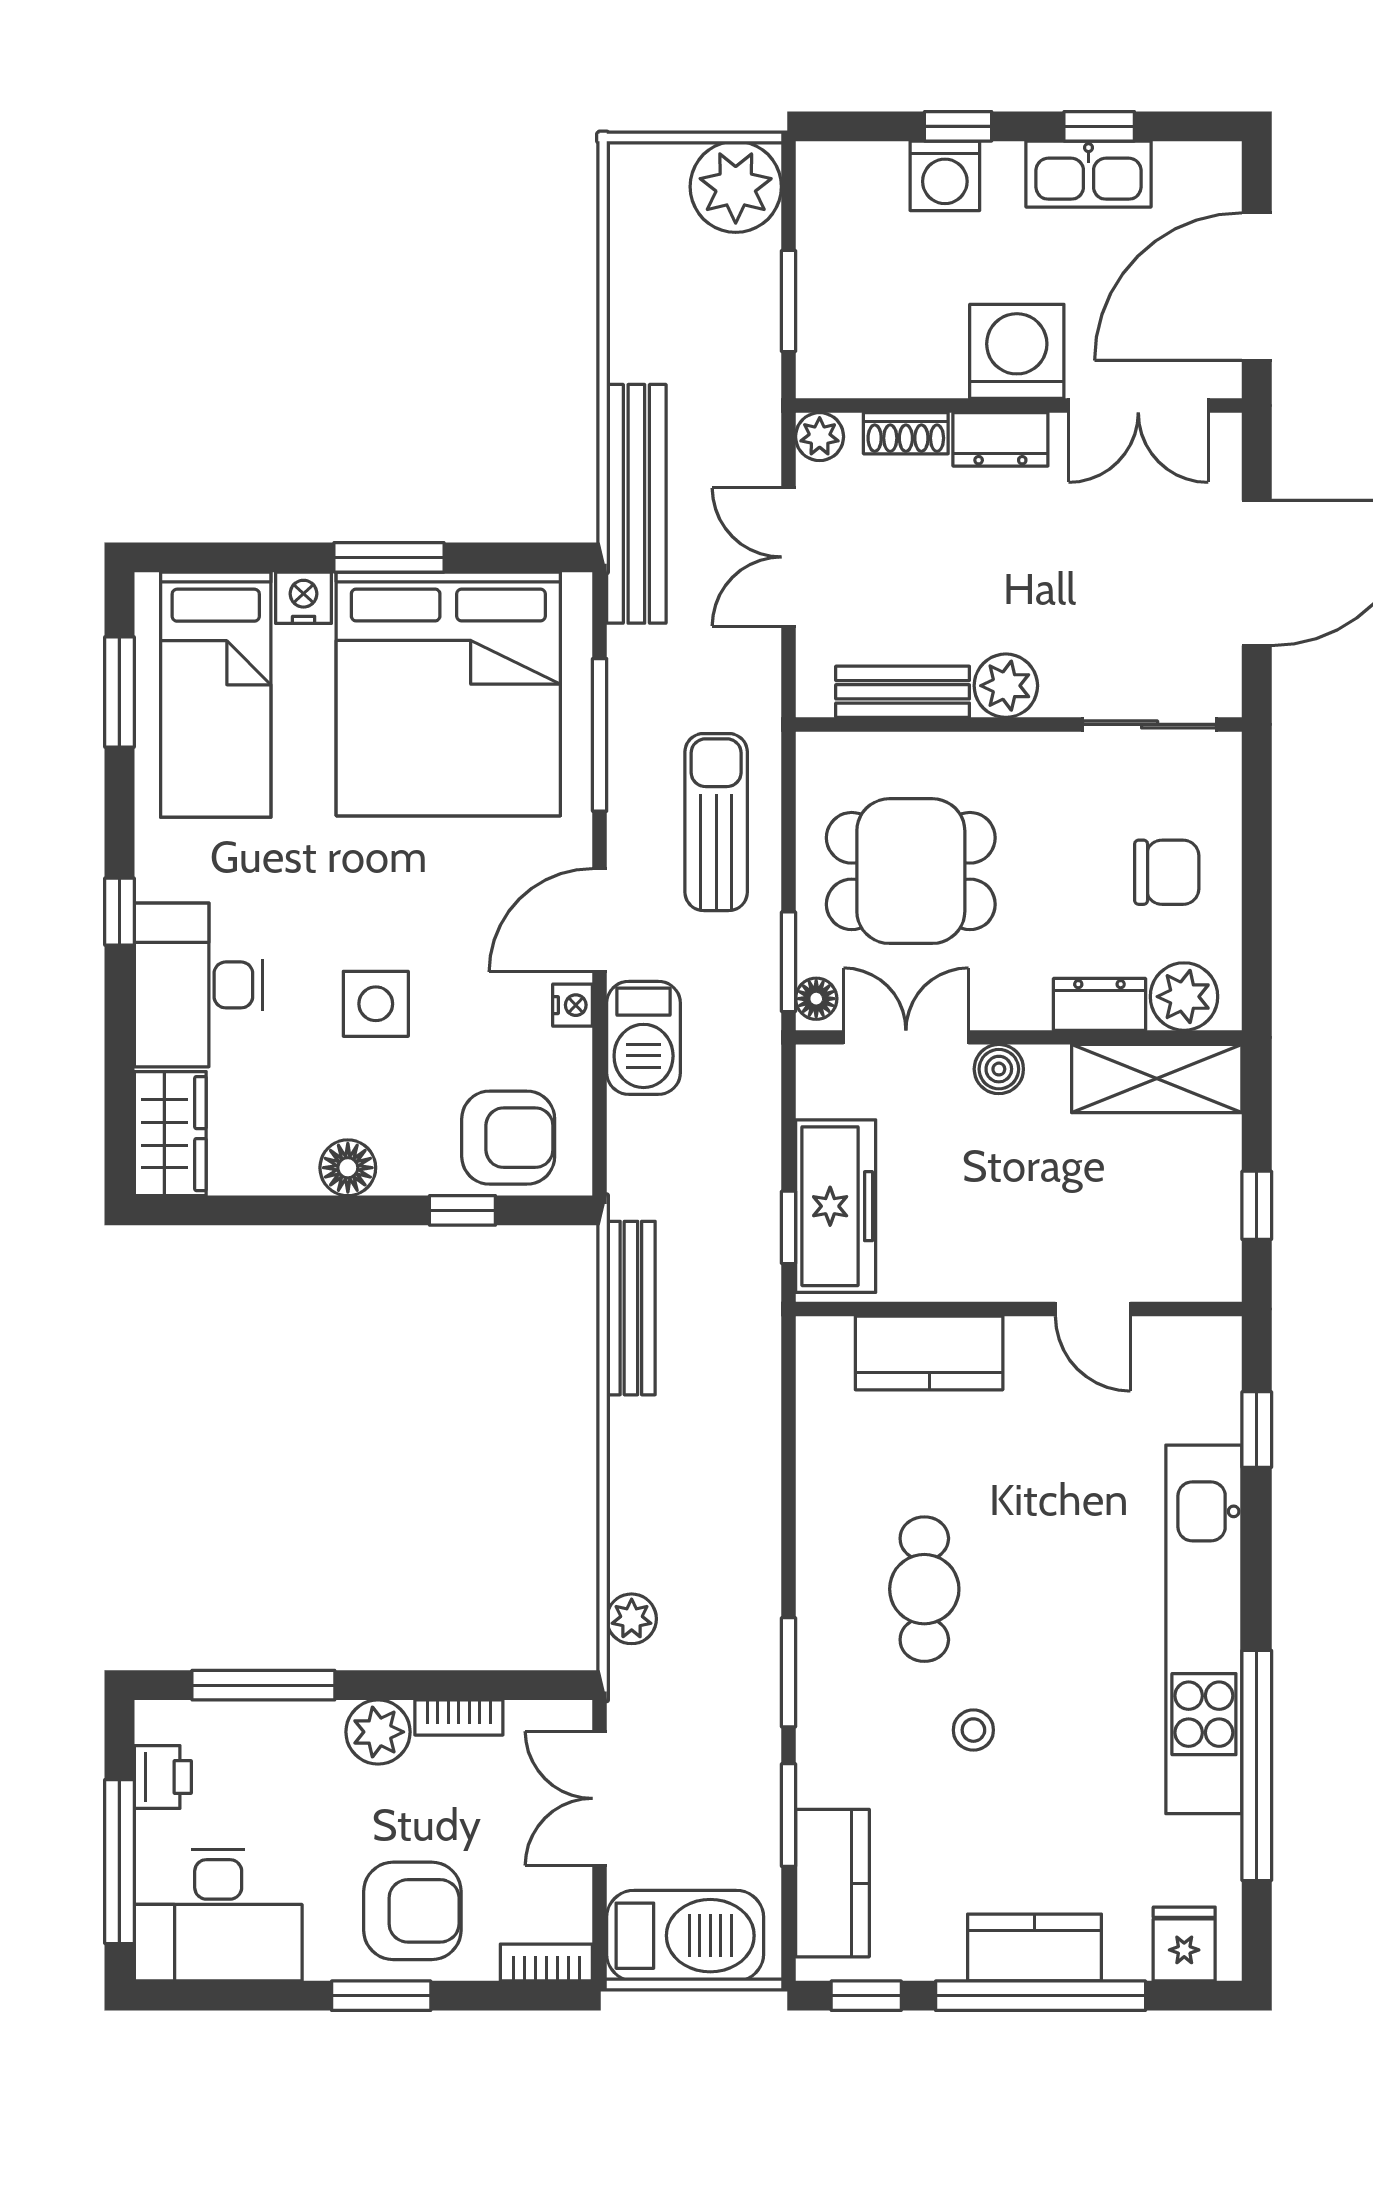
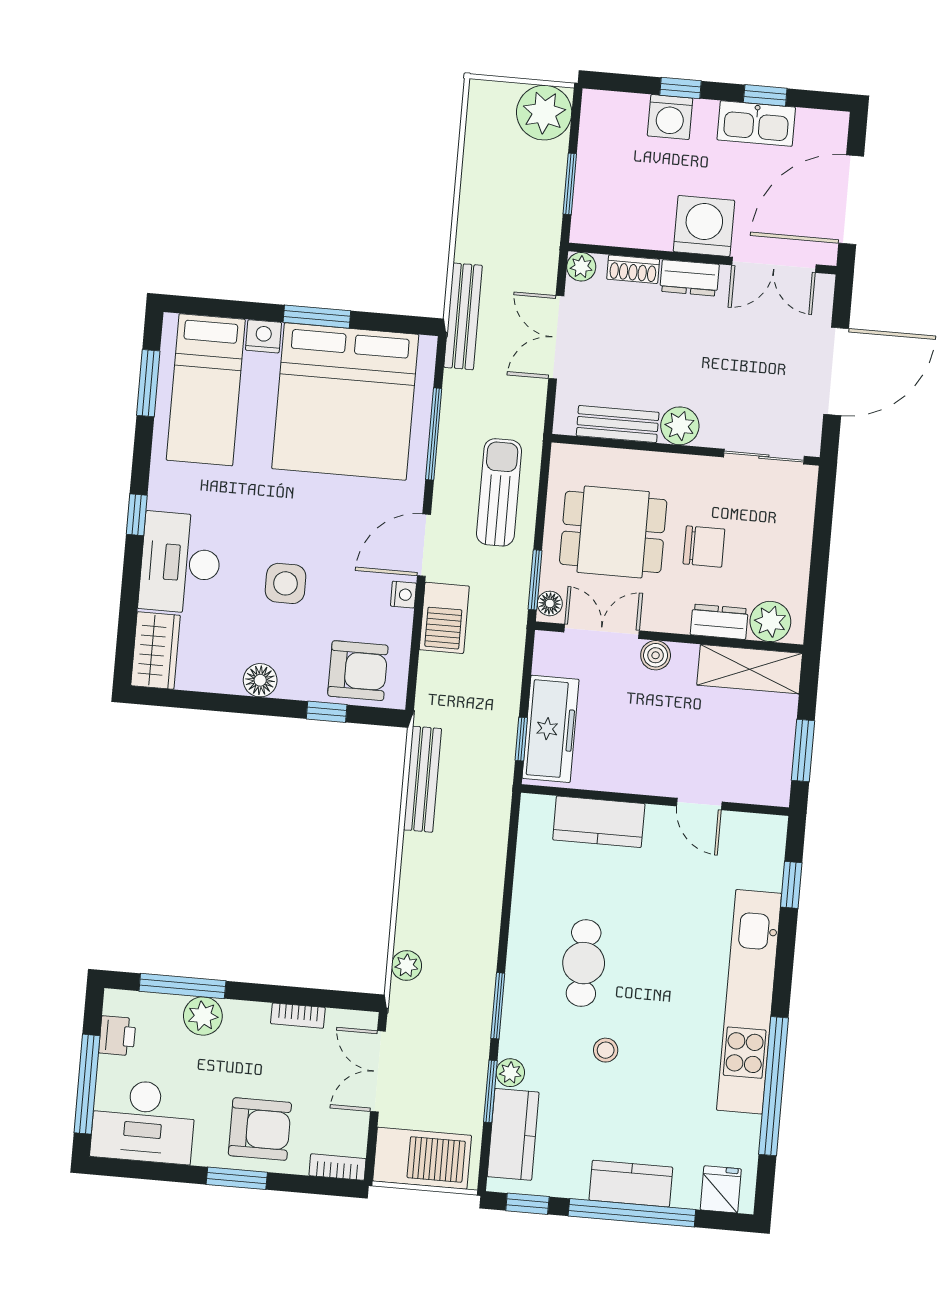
bench: (636, 504) -> (463, 316), width x0.73, depth x0.82
chair: (1167, 872) -> (704, 547), moved
window: (1257, 1205) -> (803, 750), width x1.50
plant: (378, 1732) -> (203, 1016), moved
plant: (819, 1781) -> (510, 1073), added

